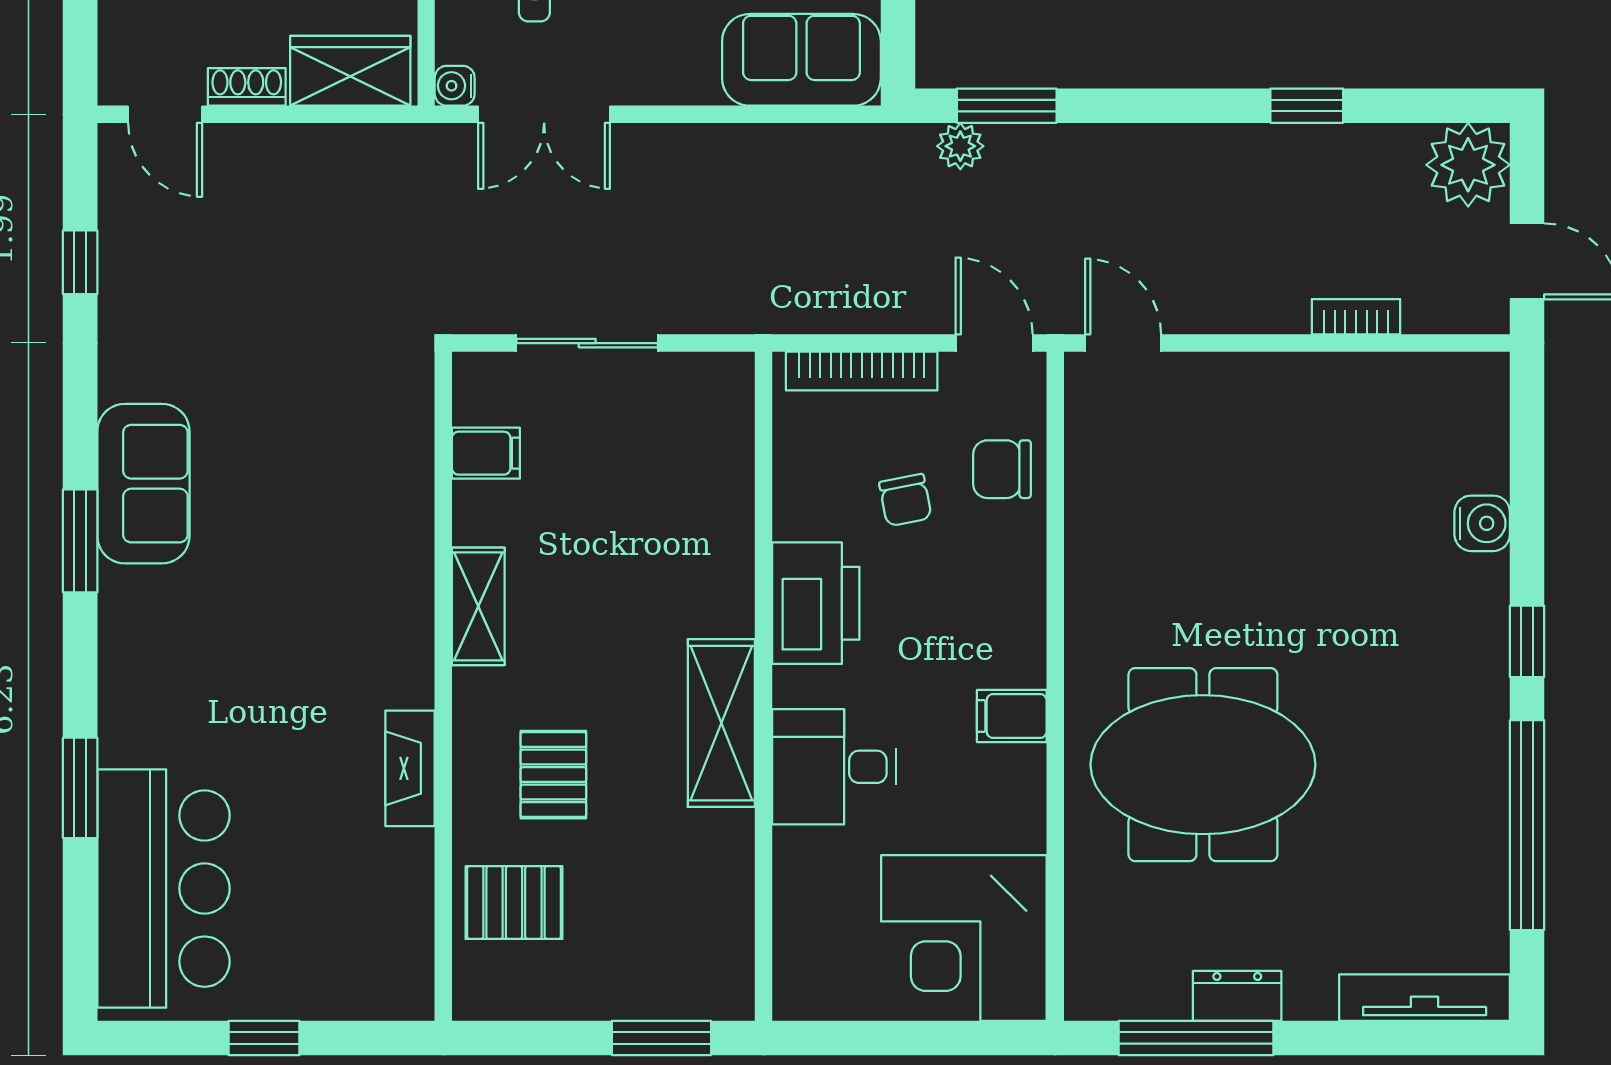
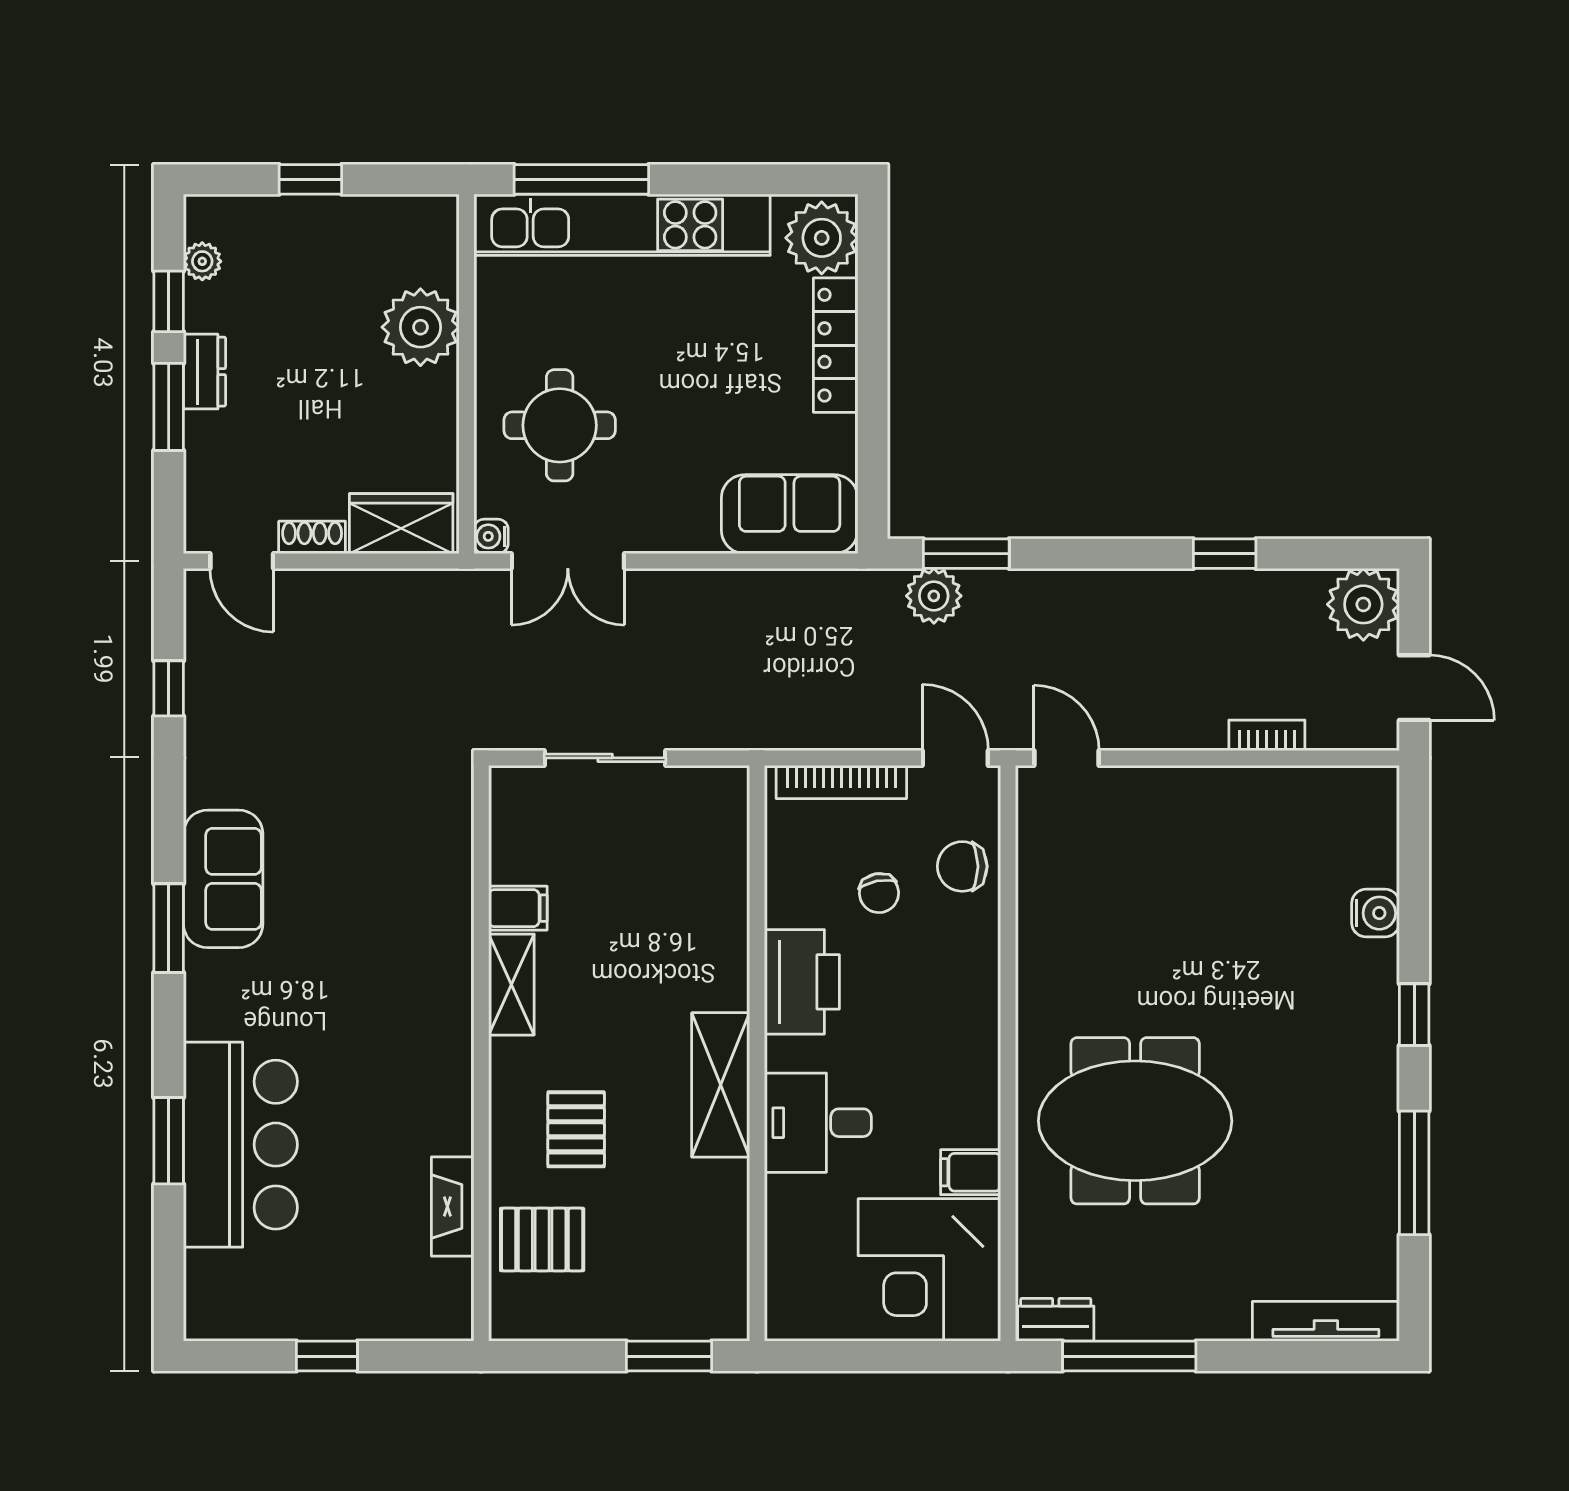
plant: (960, 146) -> (934, 596), width x1.38, depth x1.38
filing cabinet: (486, 453) -> (518, 908), moved
filing cabinet: (1012, 716) -> (971, 1172), moved
fireplace: (410, 768) -> (453, 1206), moved
window: (1527, 825) -> (1414, 1173), width x0.68
bar counter: (163, 889) -> (240, 1145), moved
dresser: (1237, 996) -> (1056, 1320), moved

